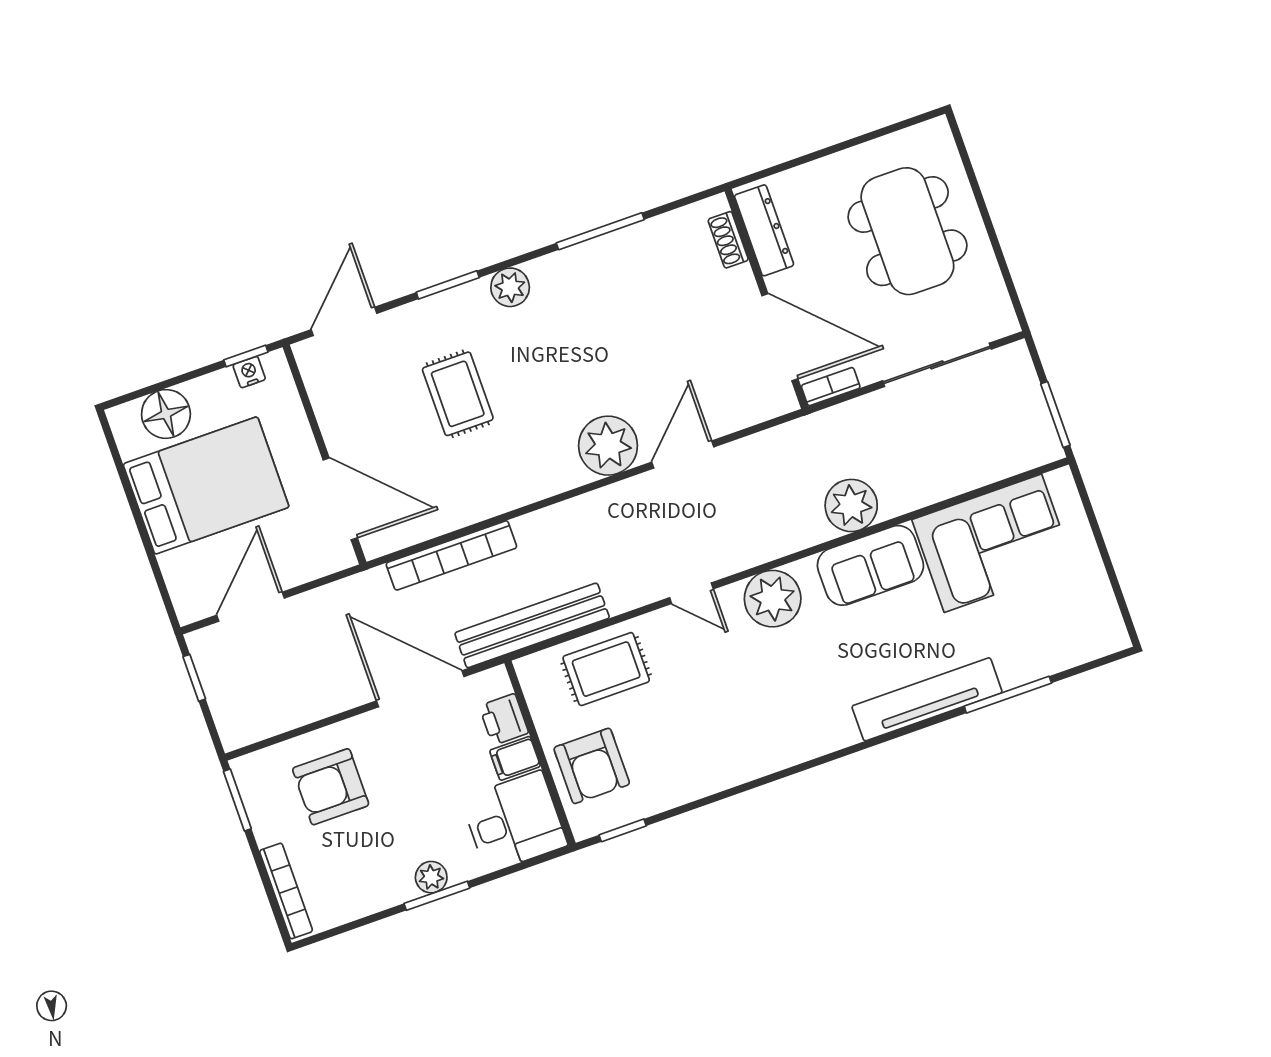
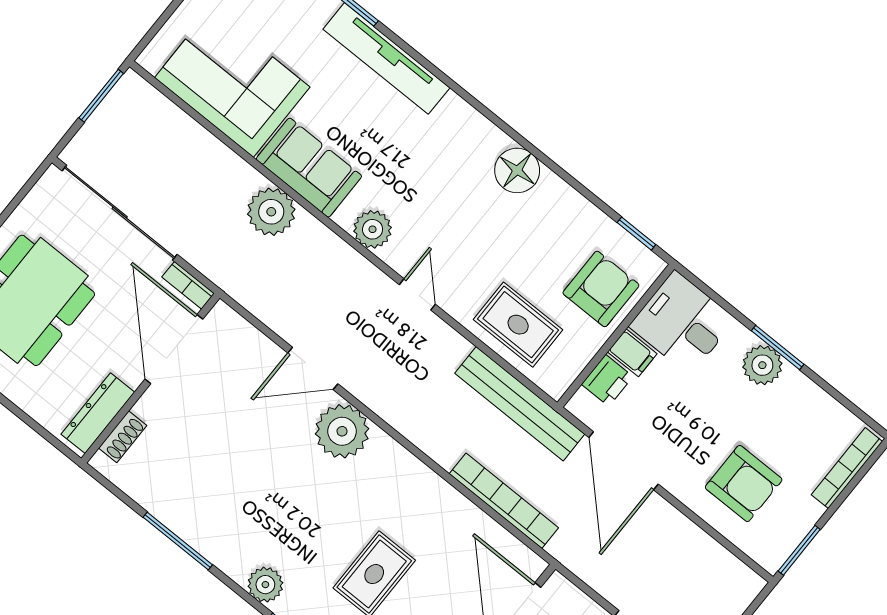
sliding door: (937, 365) -> (120, 213), width x1.36
plant: (773, 599) -> (373, 229), width x0.73, depth x0.73
floor lamp: (749, 756) -> (517, 170), added
plant: (431, 877) -> (762, 365), width x1.38, depth x1.38

